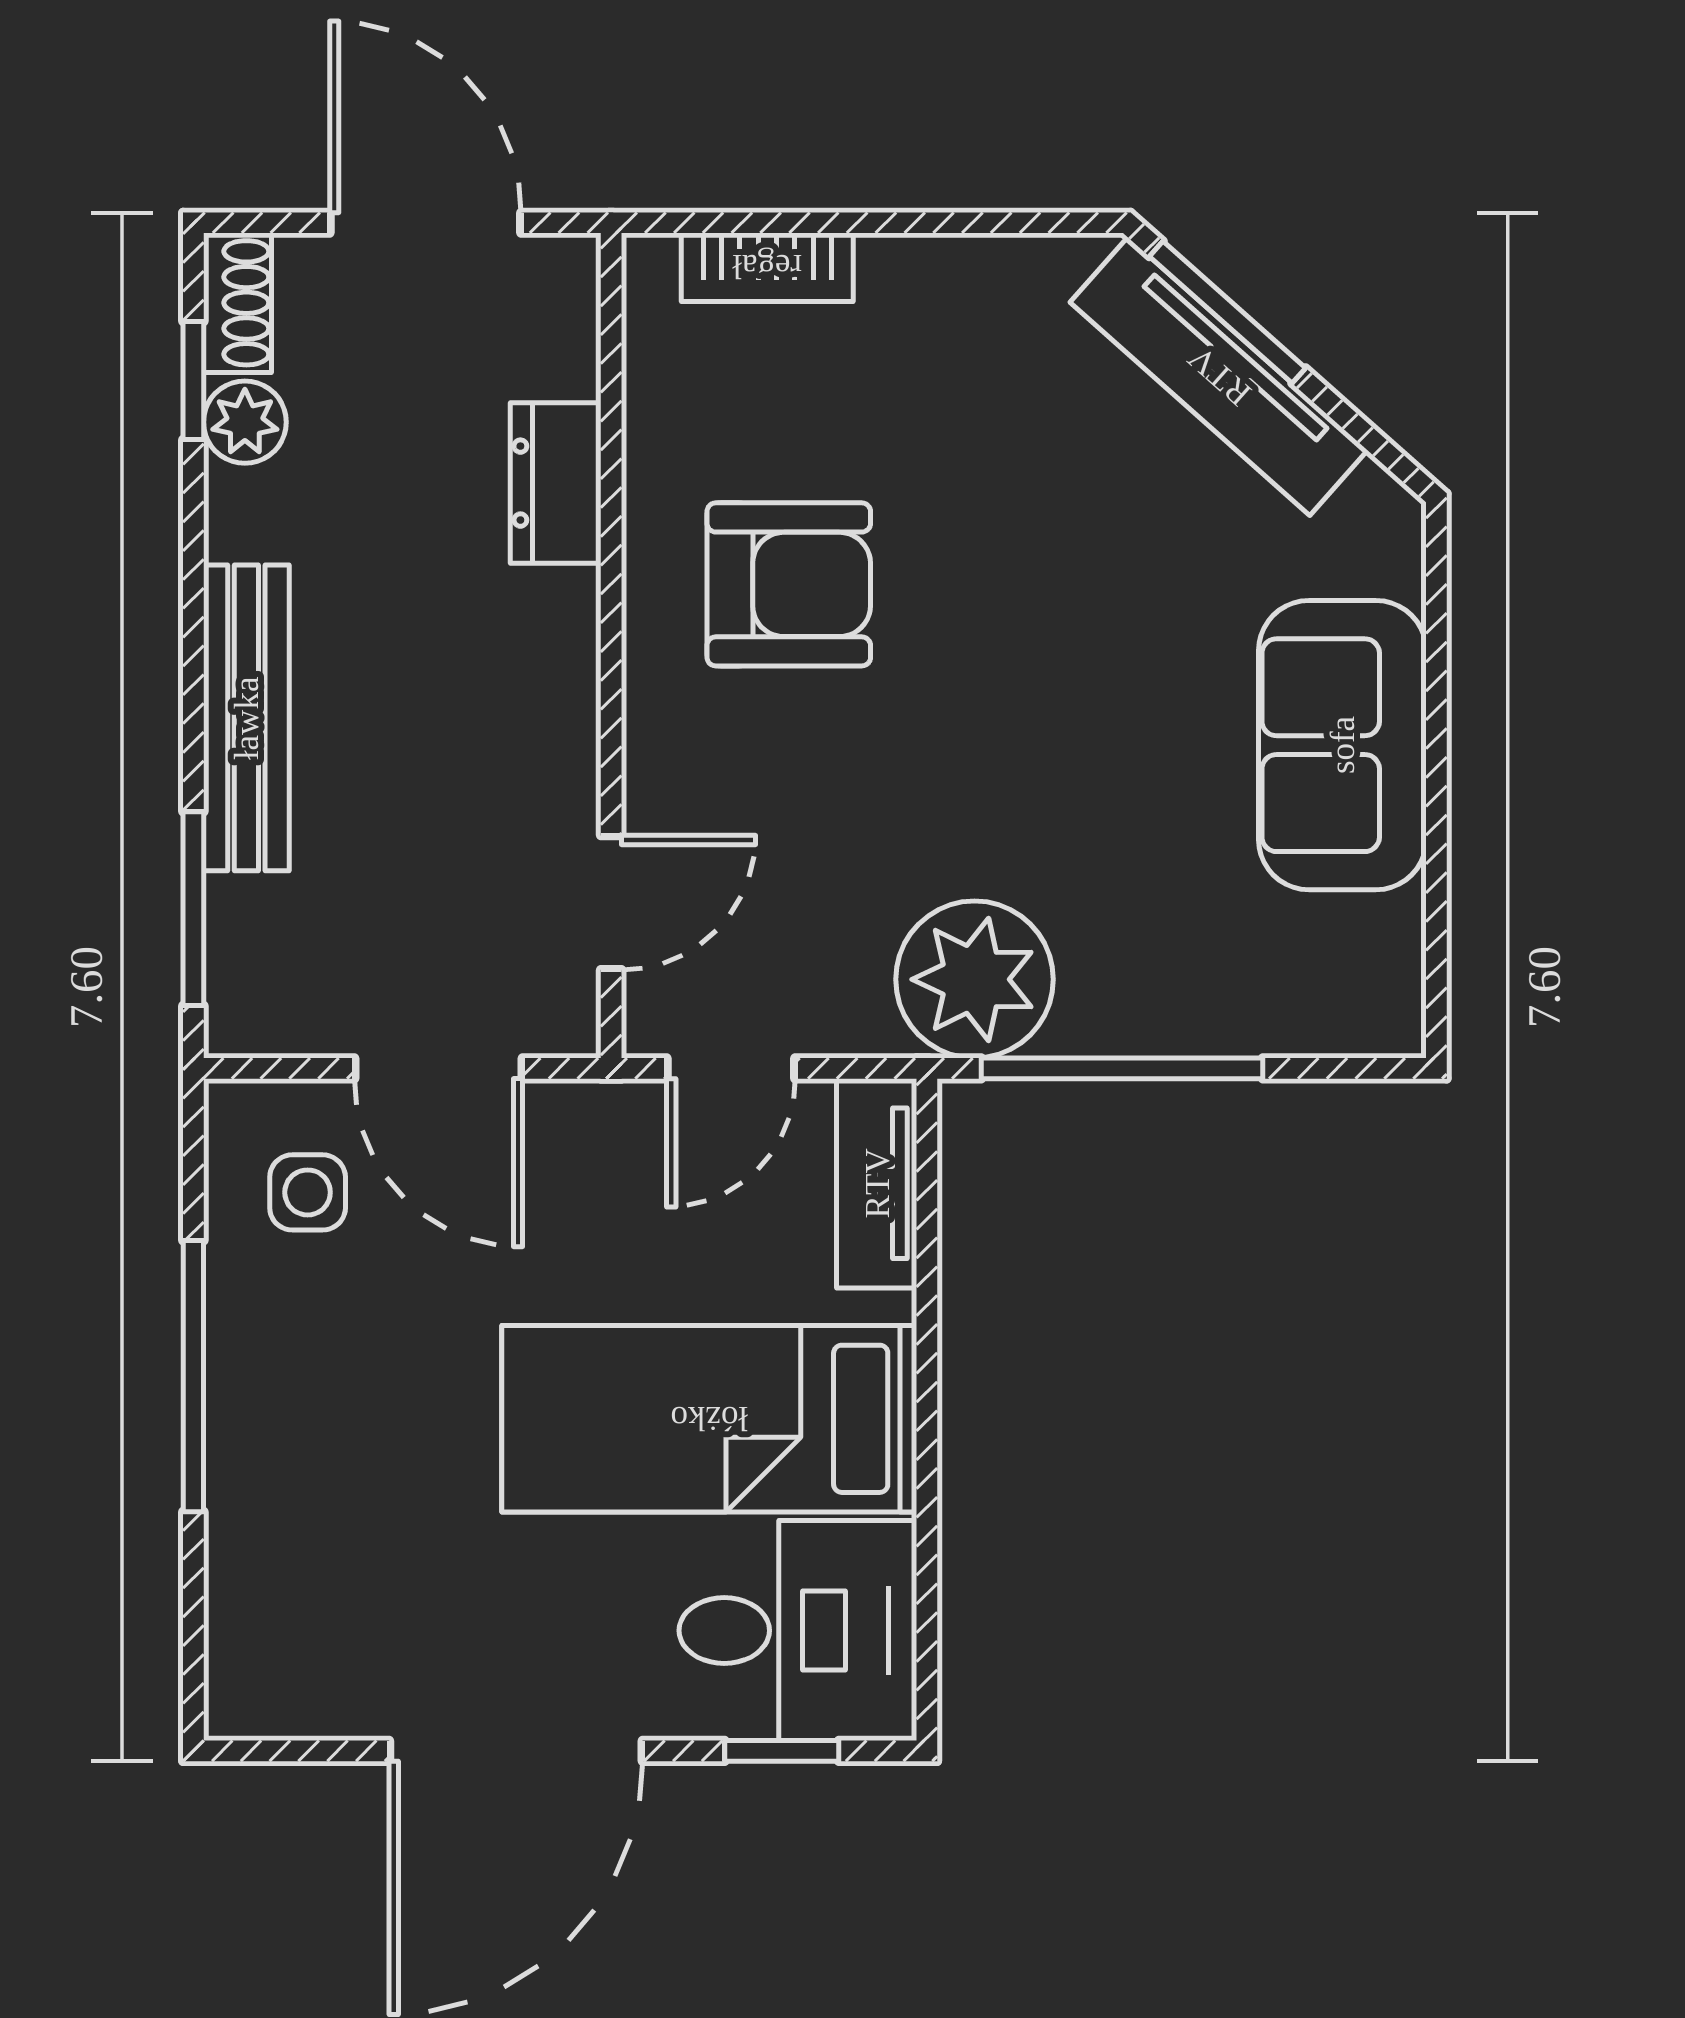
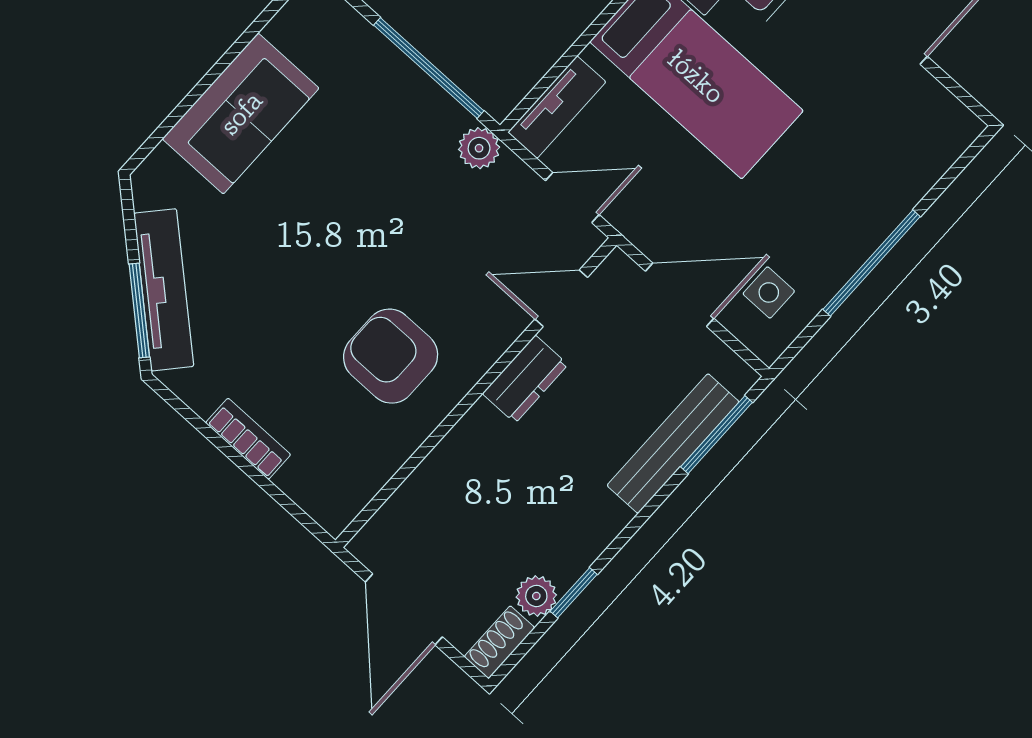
bookcase: (767, 267) -> (248, 439), moved
window: (193, 381) -> (574, 593), moved
dresser: (556, 483) -> (525, 379), moved
bench: (246, 718) -> (673, 444), moved
plant: (975, 979) -> (479, 148), width x0.53, depth x0.53
door: (438, 1068) -> (680, 295), hinge flipped

